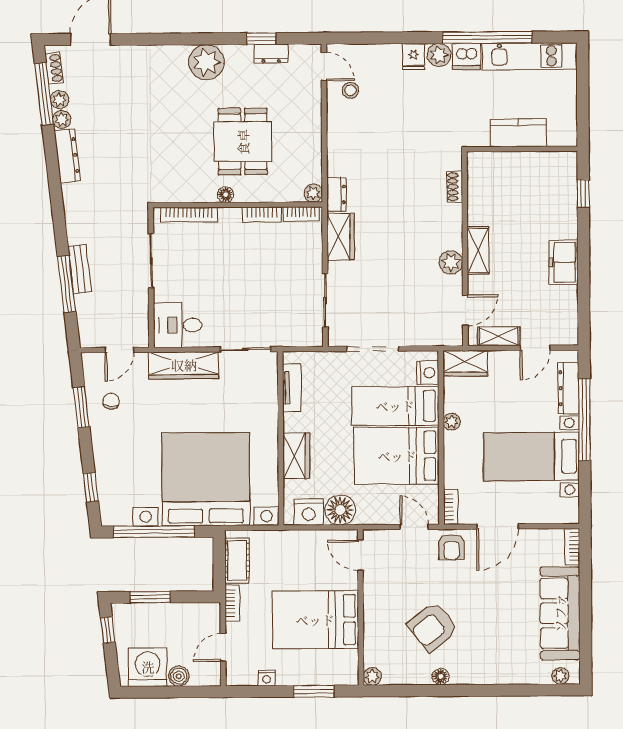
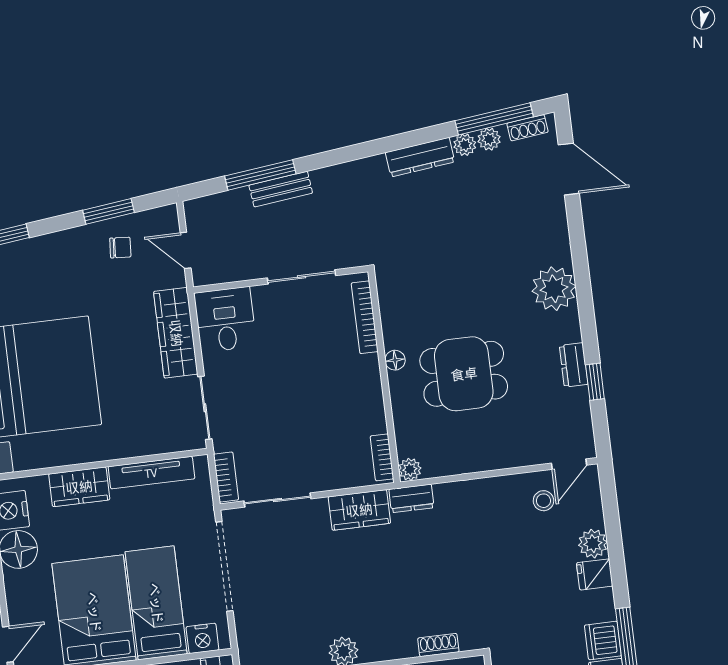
dresser: (271, 54) -> (574, 365), moved
plant: (439, 55) -> (593, 544), moved
plant: (206, 62) -> (554, 289), moved
bookcase: (262, 215) -> (226, 477), moved, turned 180
doorway: (373, 349) -> (224, 566), width x1.36
tv unit: (292, 388) -> (151, 473), width x1.41

